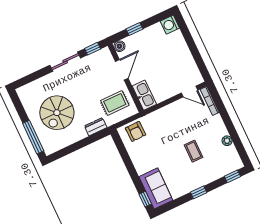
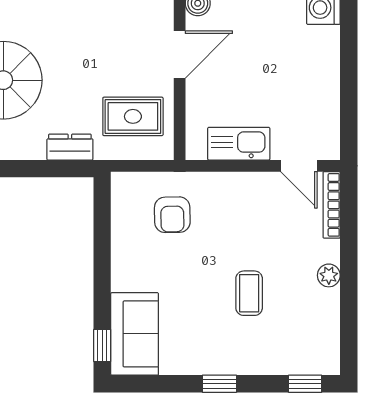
kitchen sink: (144, 95) -> (239, 144), moved, turned -90
armchair: (136, 131) -> (172, 215), moved
plant: (227, 141) -> (329, 275), moved

